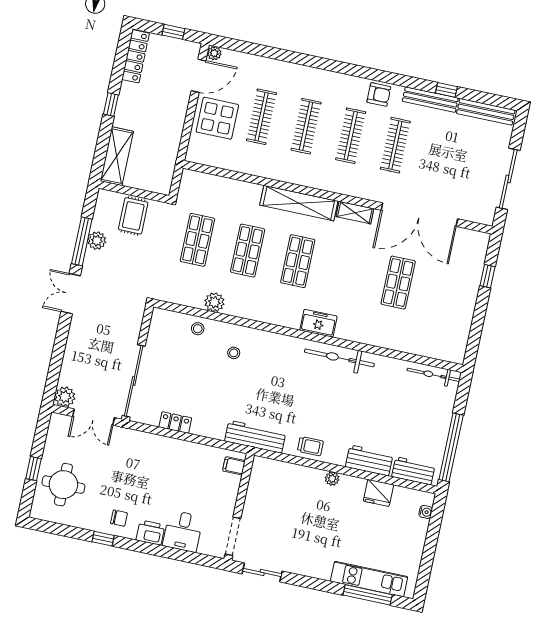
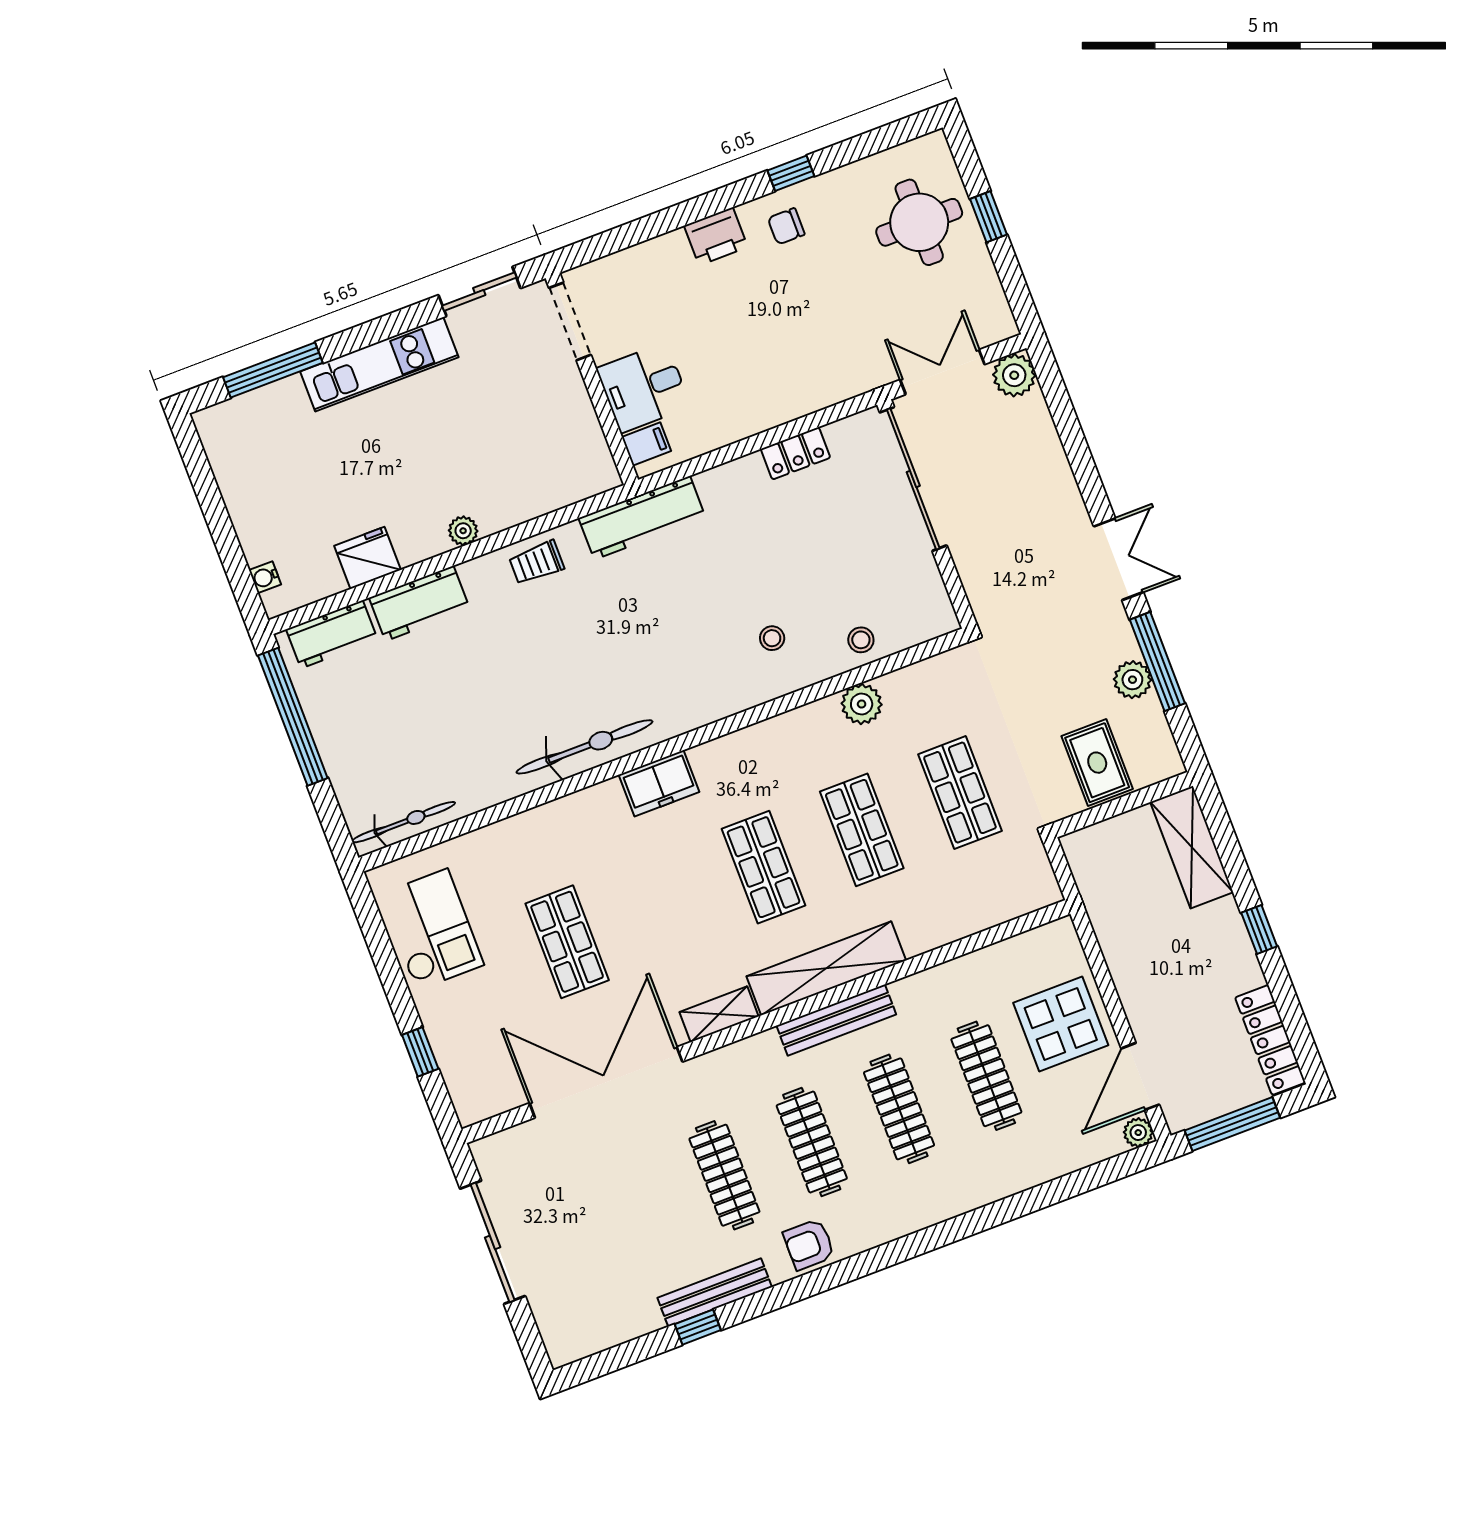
window: (173, 32) -> (1232, 1124), width x2.17
bench: (486, 112) -> (836, 1020), moved
checkout: (450, 323) -> (432, 929), added
desk: (183, 531) -> (643, 388), moved, turned -90
kitchen unit: (369, 579) -> (379, 364), moved

